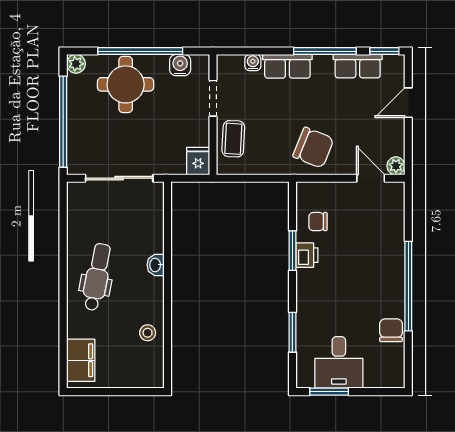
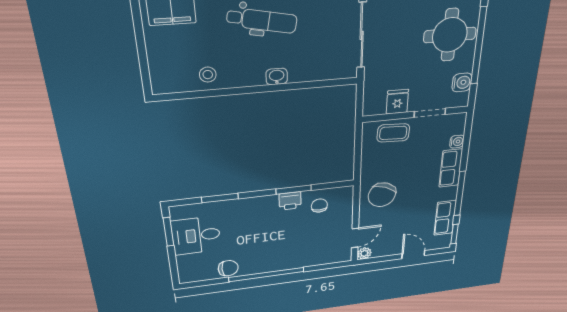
fridge: (198, 161) -> (397, 102), moved, turned -90

